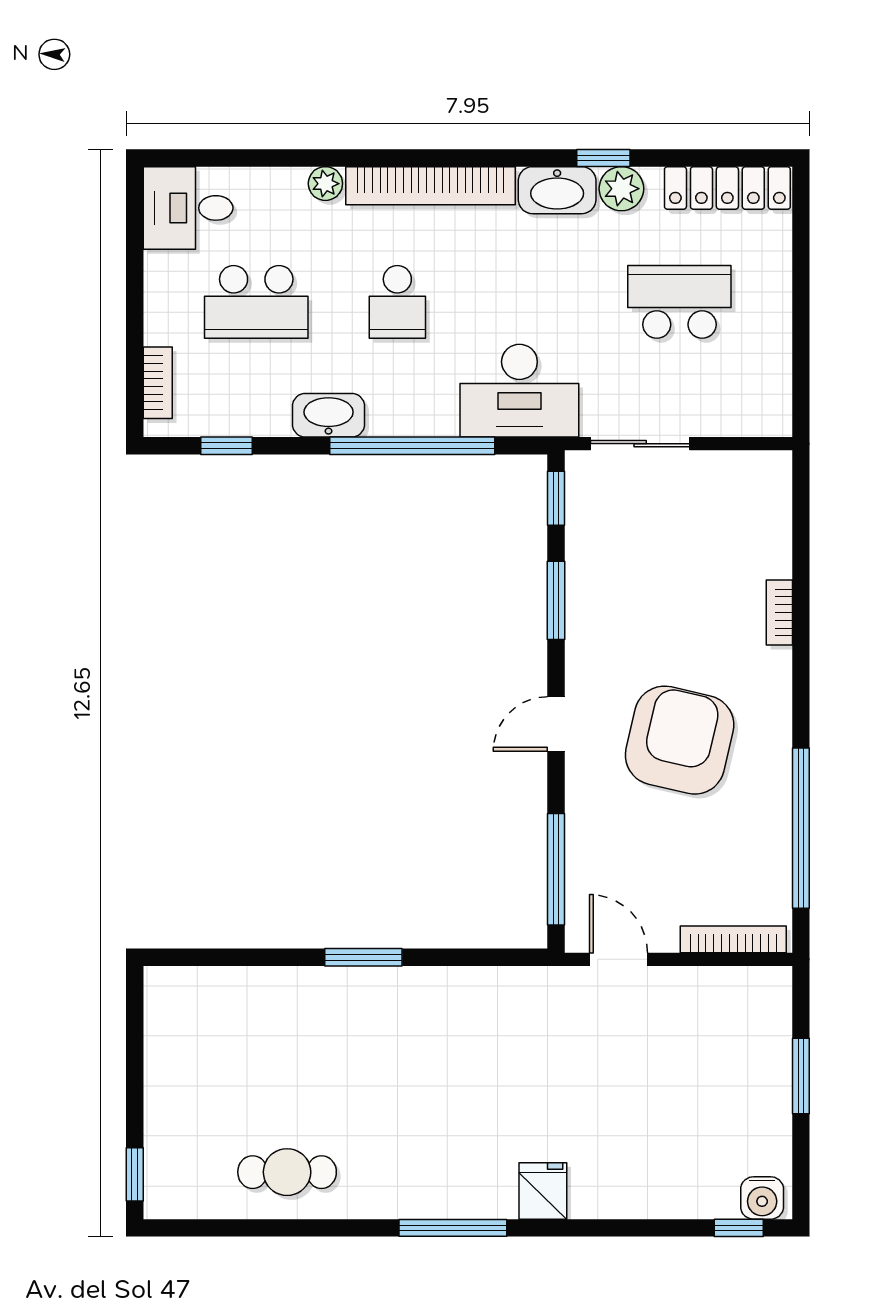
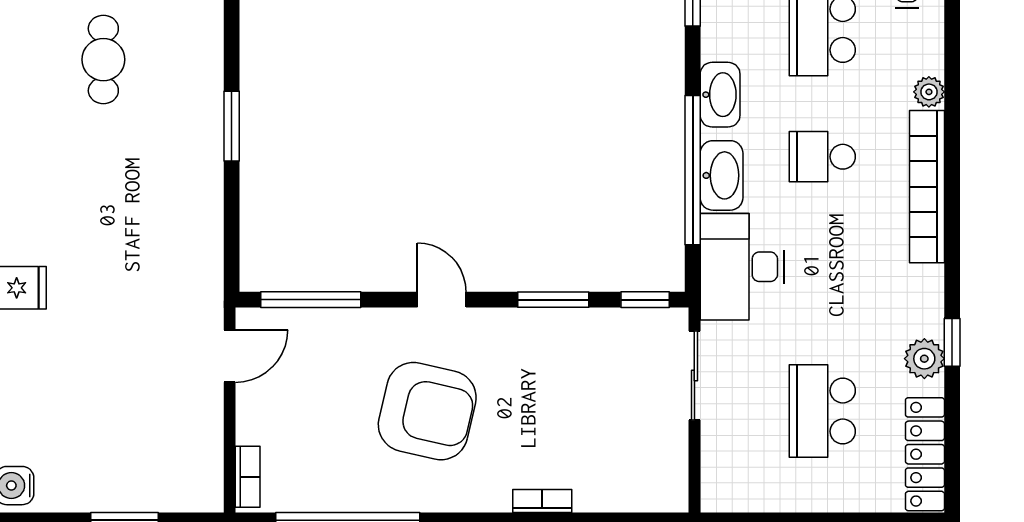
washbasin: (557, 190) -> (722, 175), moved, turned 180
school desk: (679, 302) -> (822, 411), turned 180
bookcase: (733, 939) -> (248, 477), width x0.64
cafe table: (287, 1172) -> (103, 60), moved

